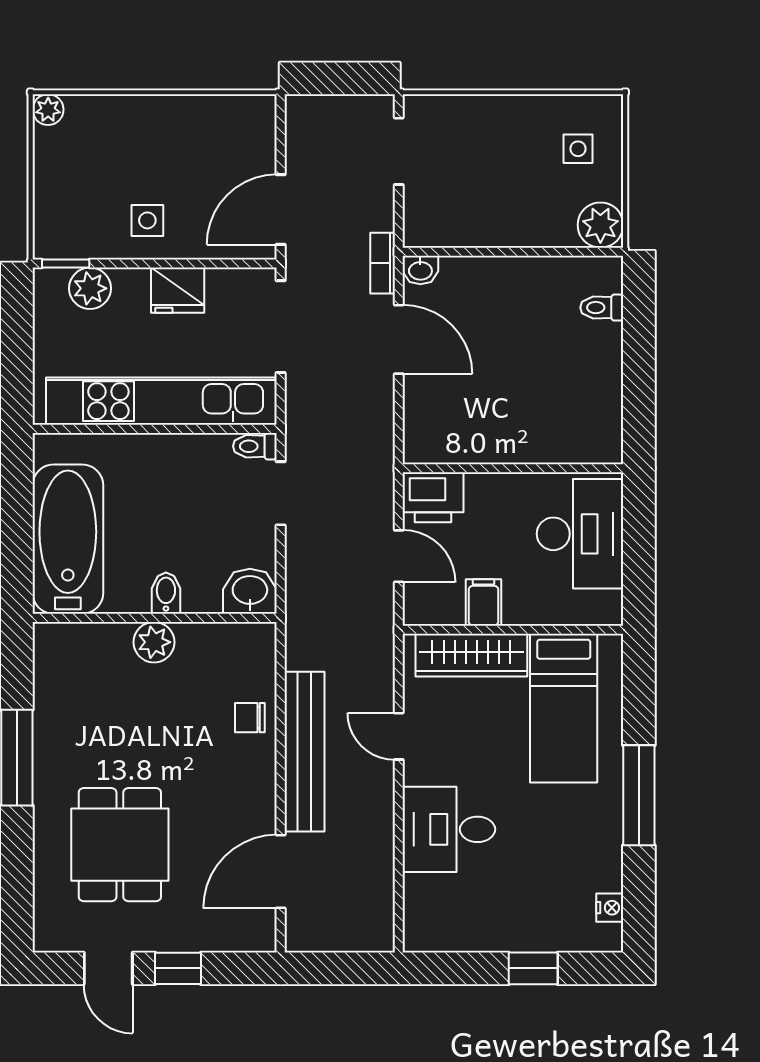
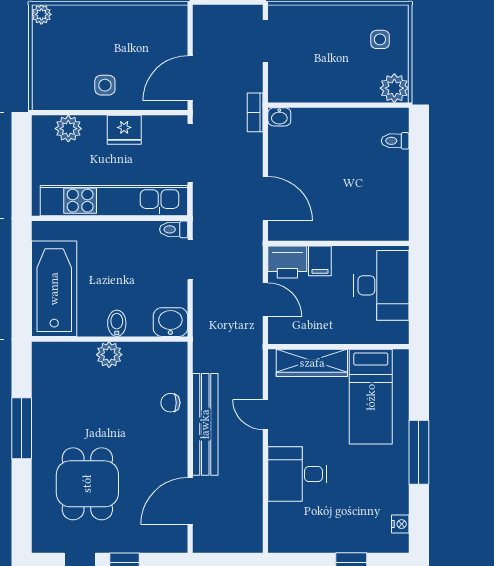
window: (66, 264) -> (53, 113), removed
door: (399, 339) -> (265, 199), moved
filing cabinet: (484, 602) -> (320, 261), moved, turned 180

